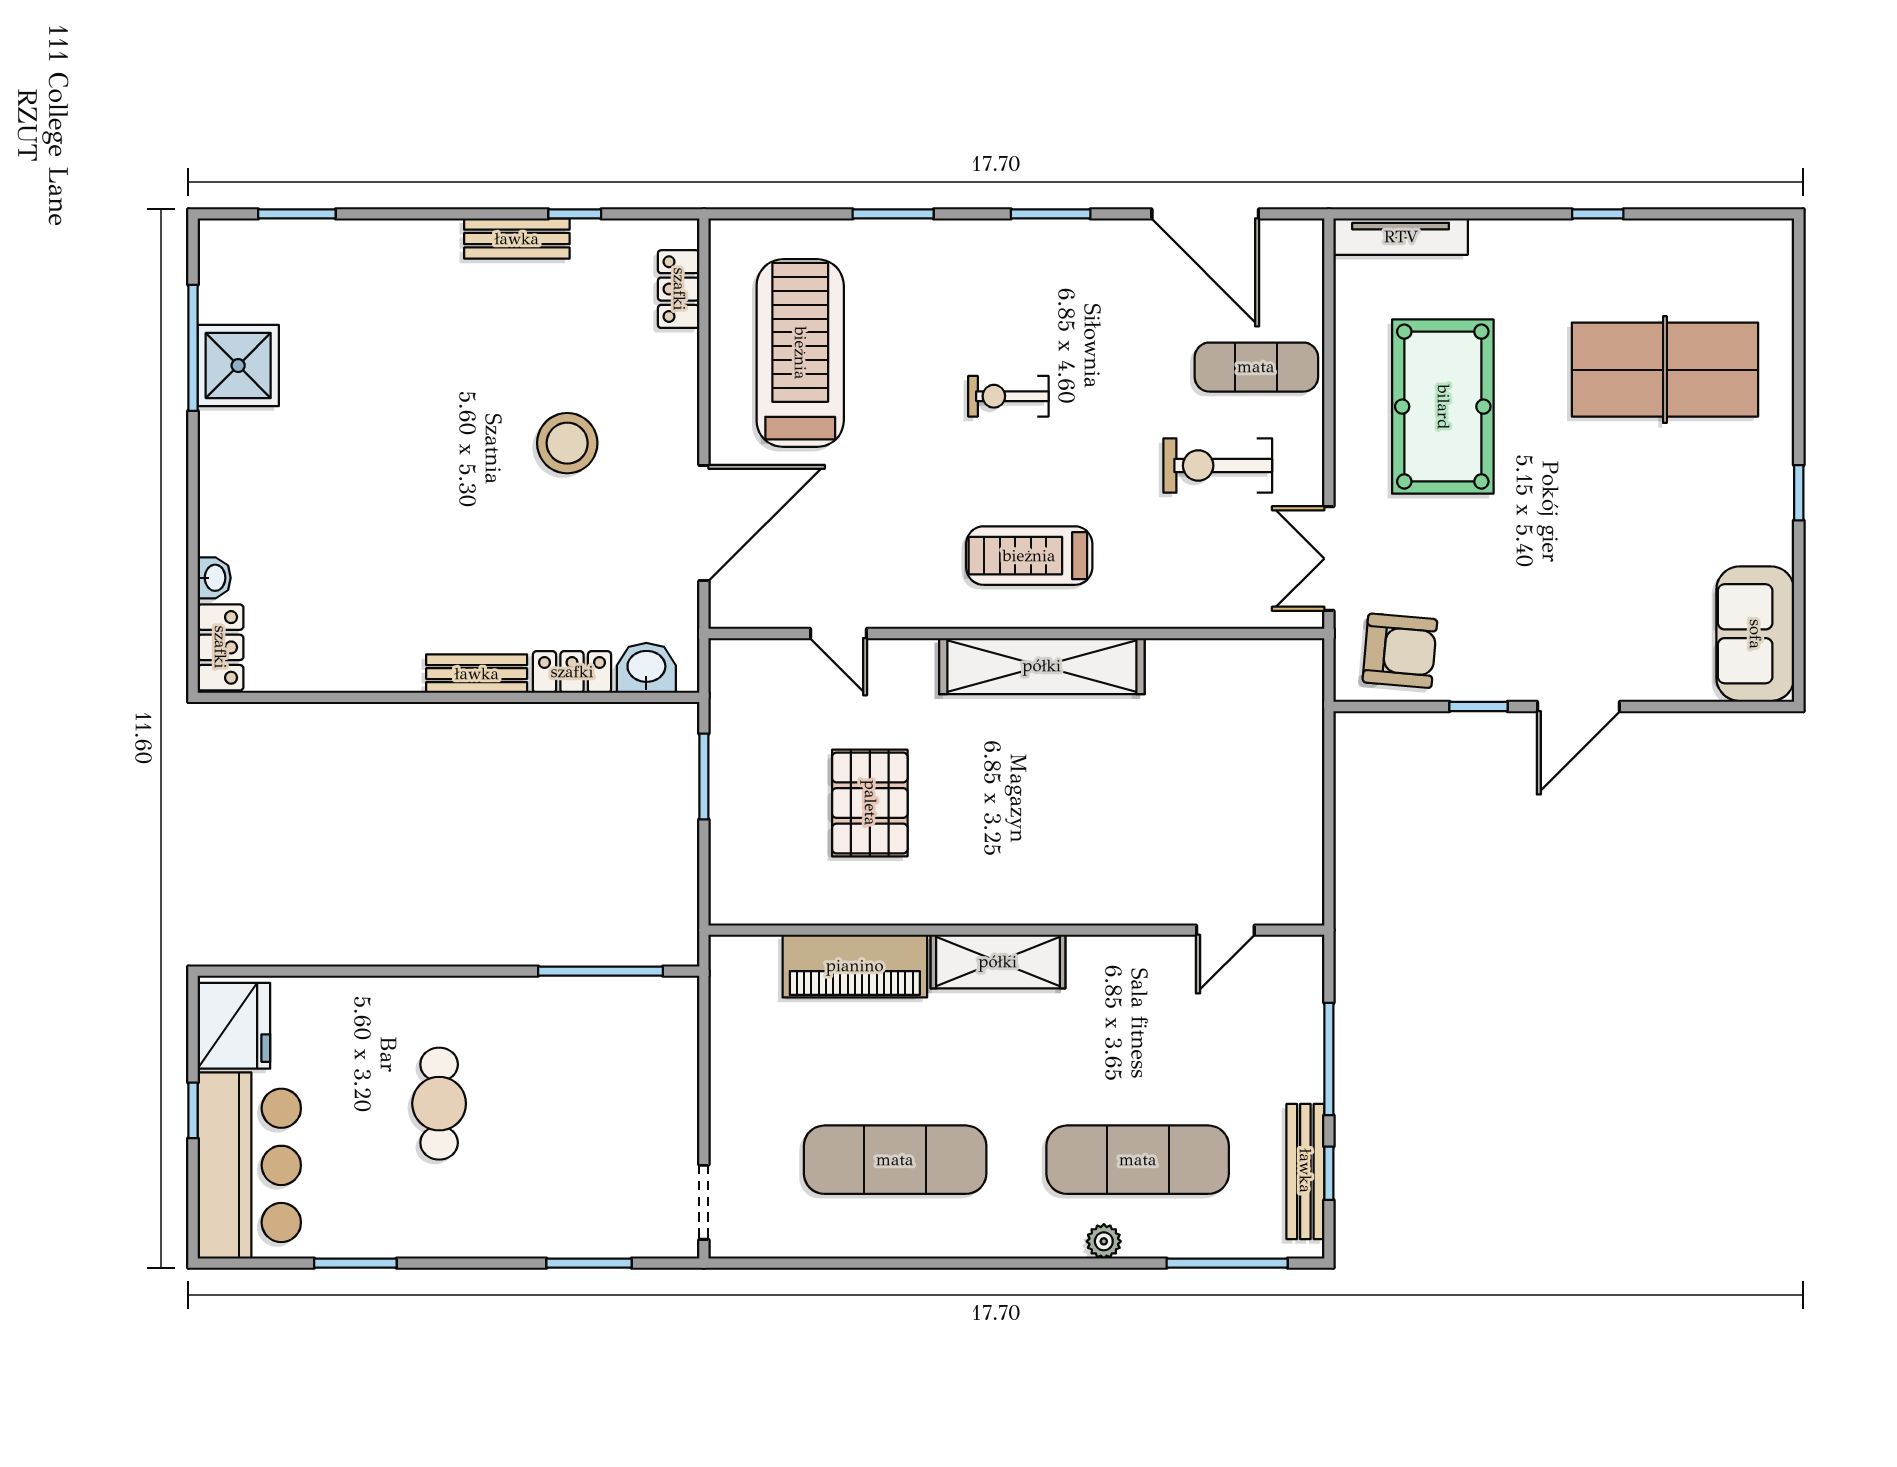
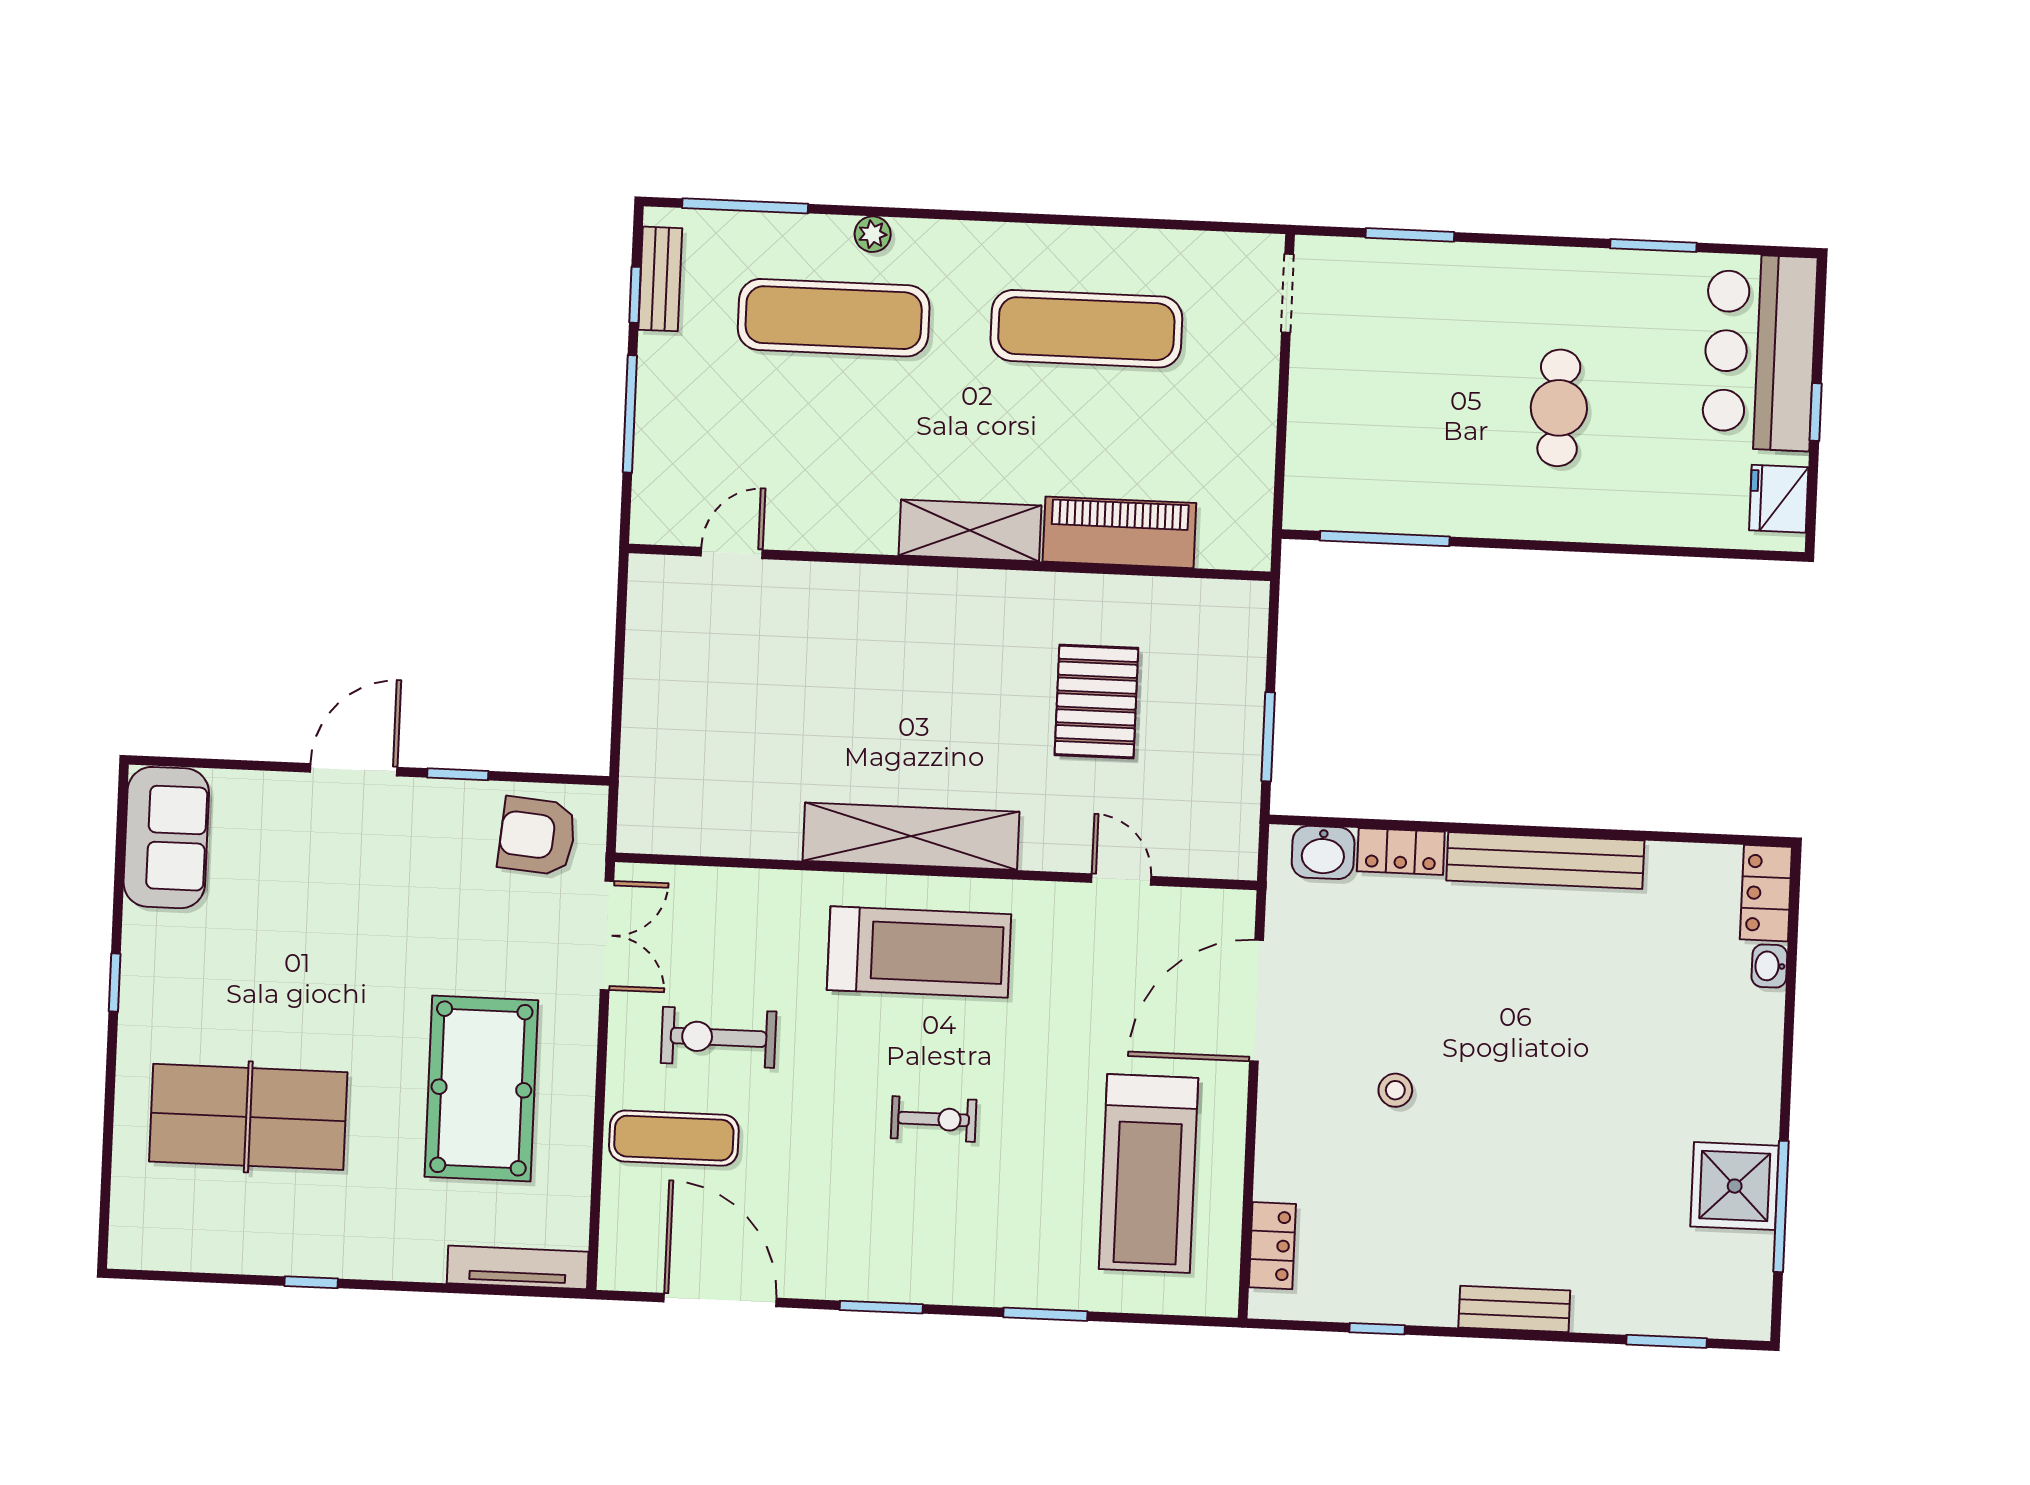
bench: (517, 239) -> (1514, 1309), moved
stool: (567, 443) -> (1395, 1090), width x0.53, depth x0.53
exercise bike: (1218, 466) -> (719, 1037), turned 180
treadmill: (1029, 556) -> (919, 952), width x1.37, depth x1.38
bench: (477, 674) -> (1545, 860), width x1.86, depth x1.21
fridge: (234, 1026) -> (1779, 499), width x0.73, depth x0.75
bench: (1305, 1171) -> (660, 279), width x0.73

